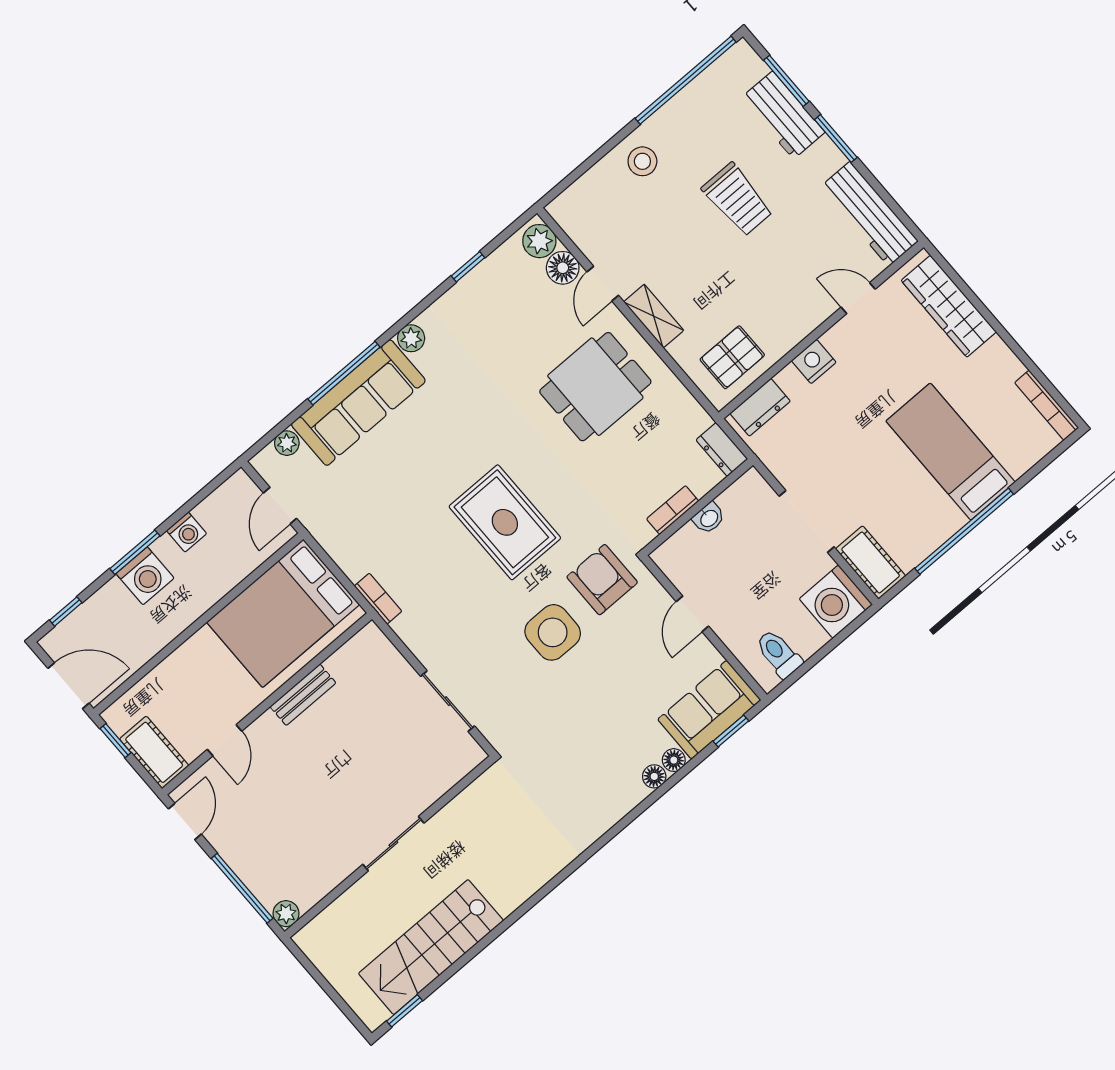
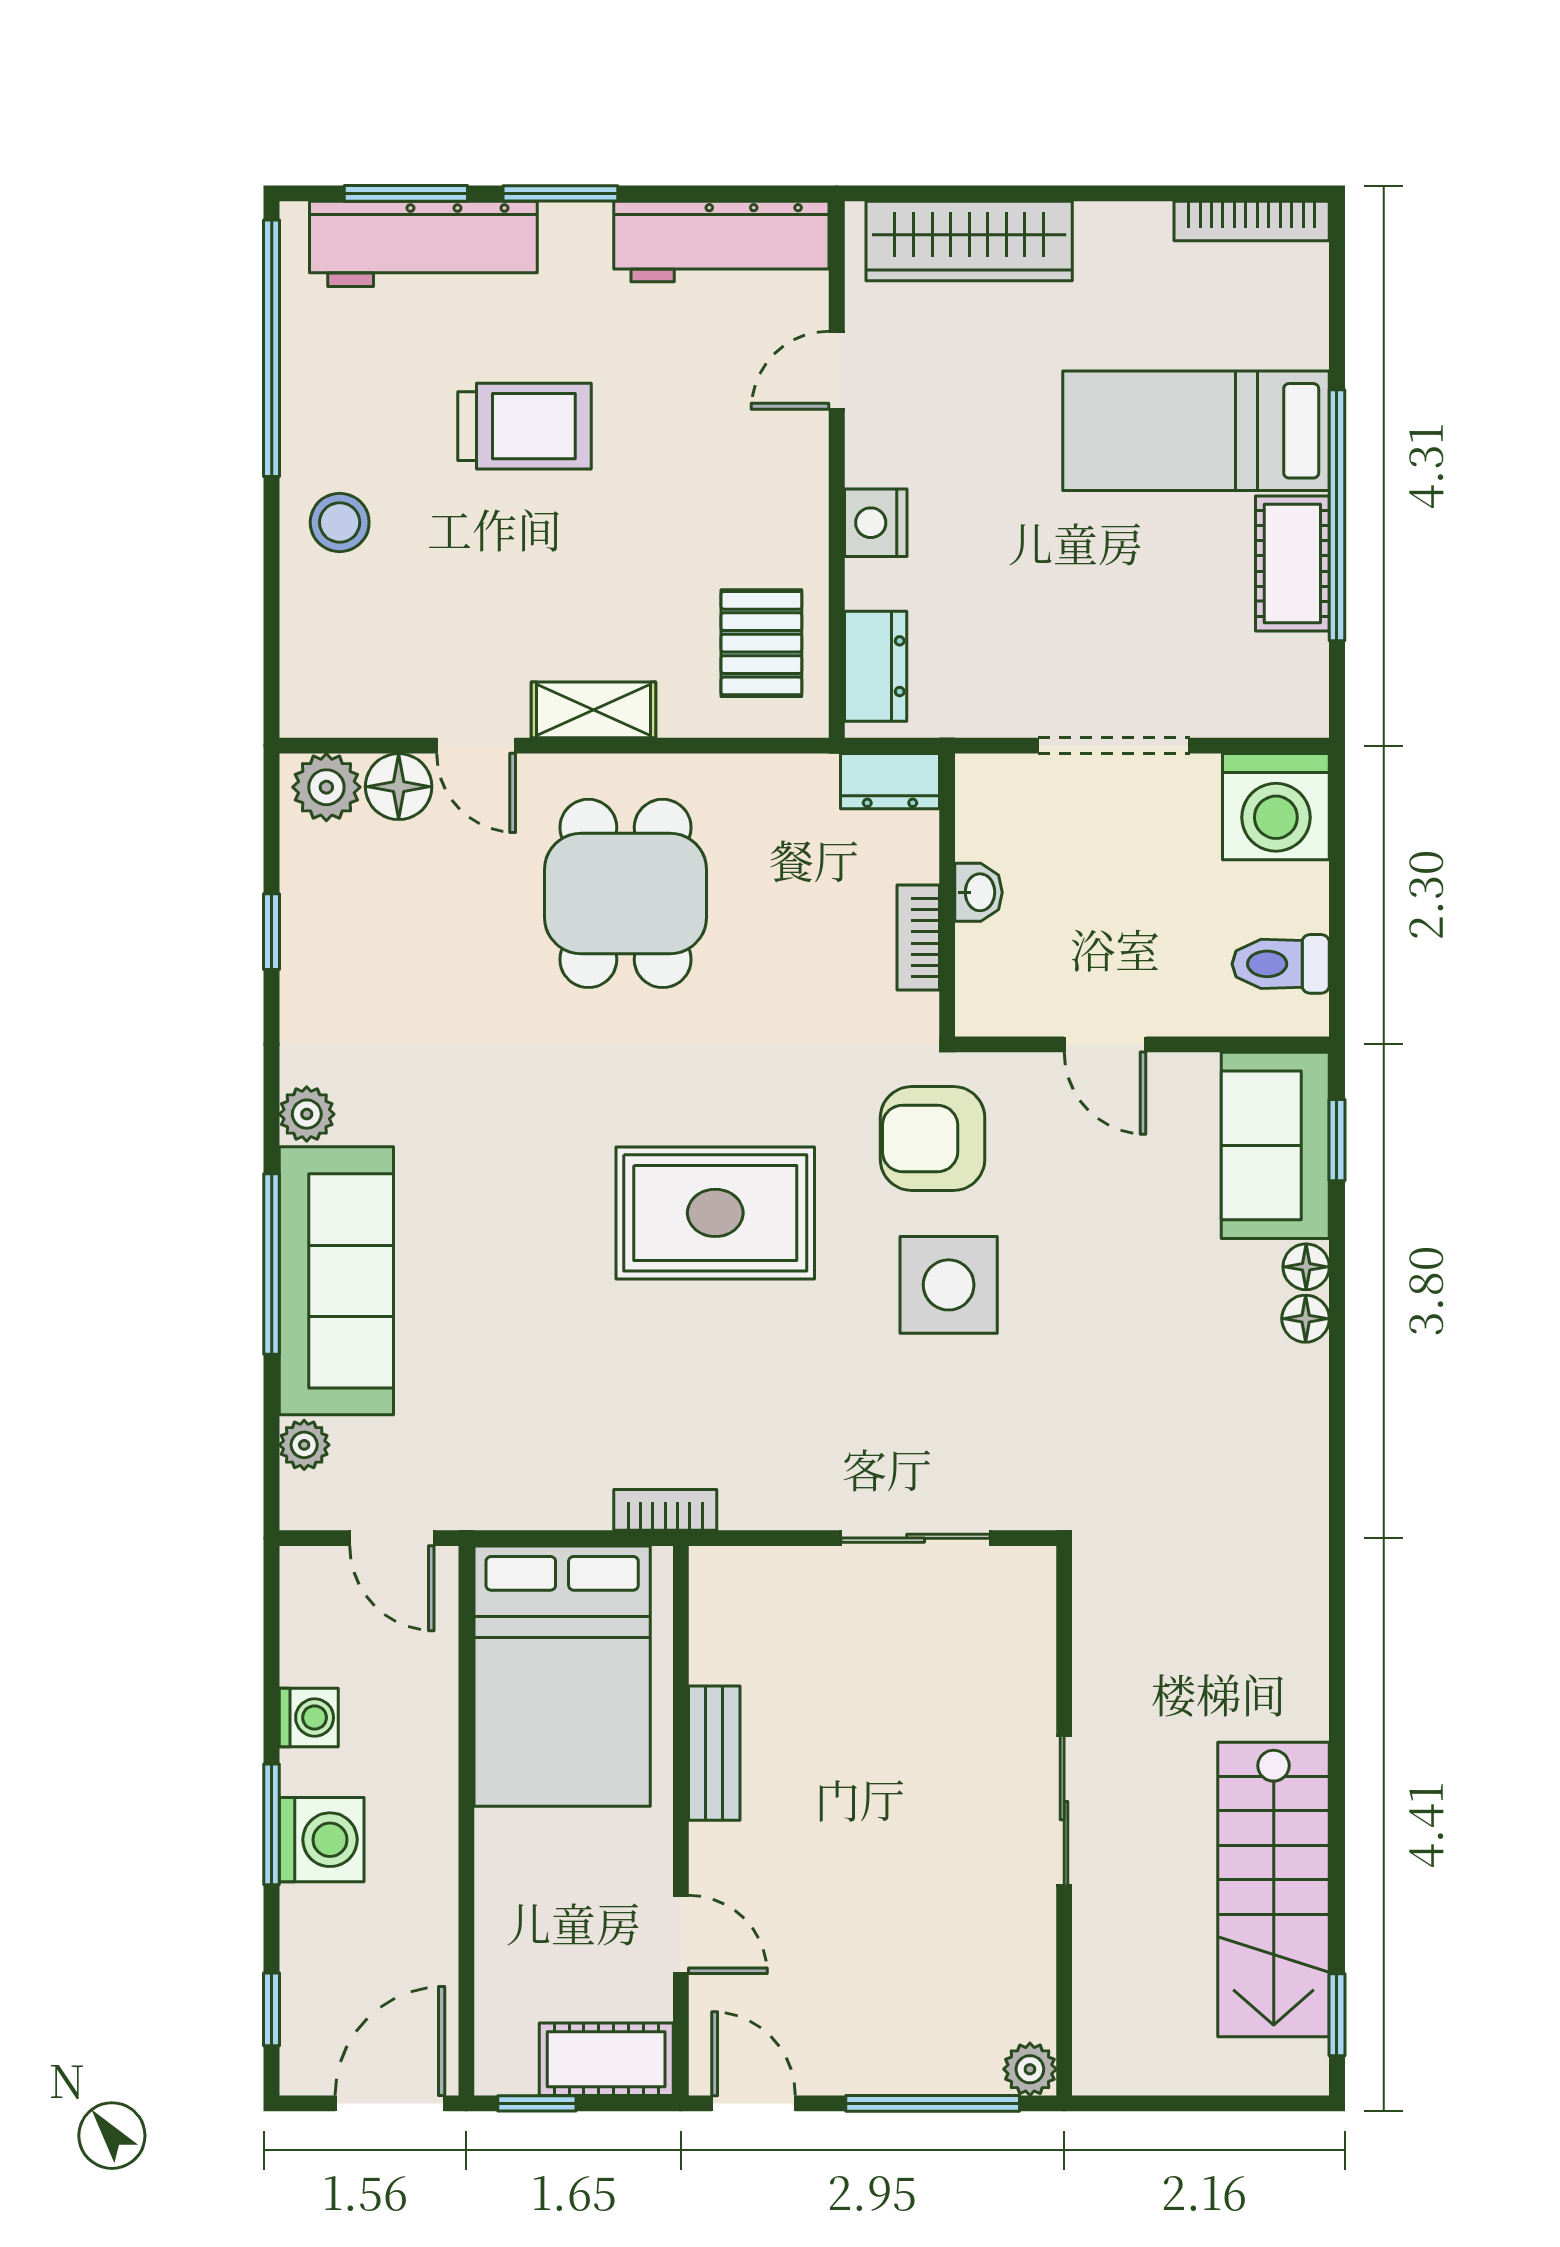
workbench: (783, 115) -> (423, 244), width x1.38
cot: (871, 562) -> (1292, 564), moved, turned 90

